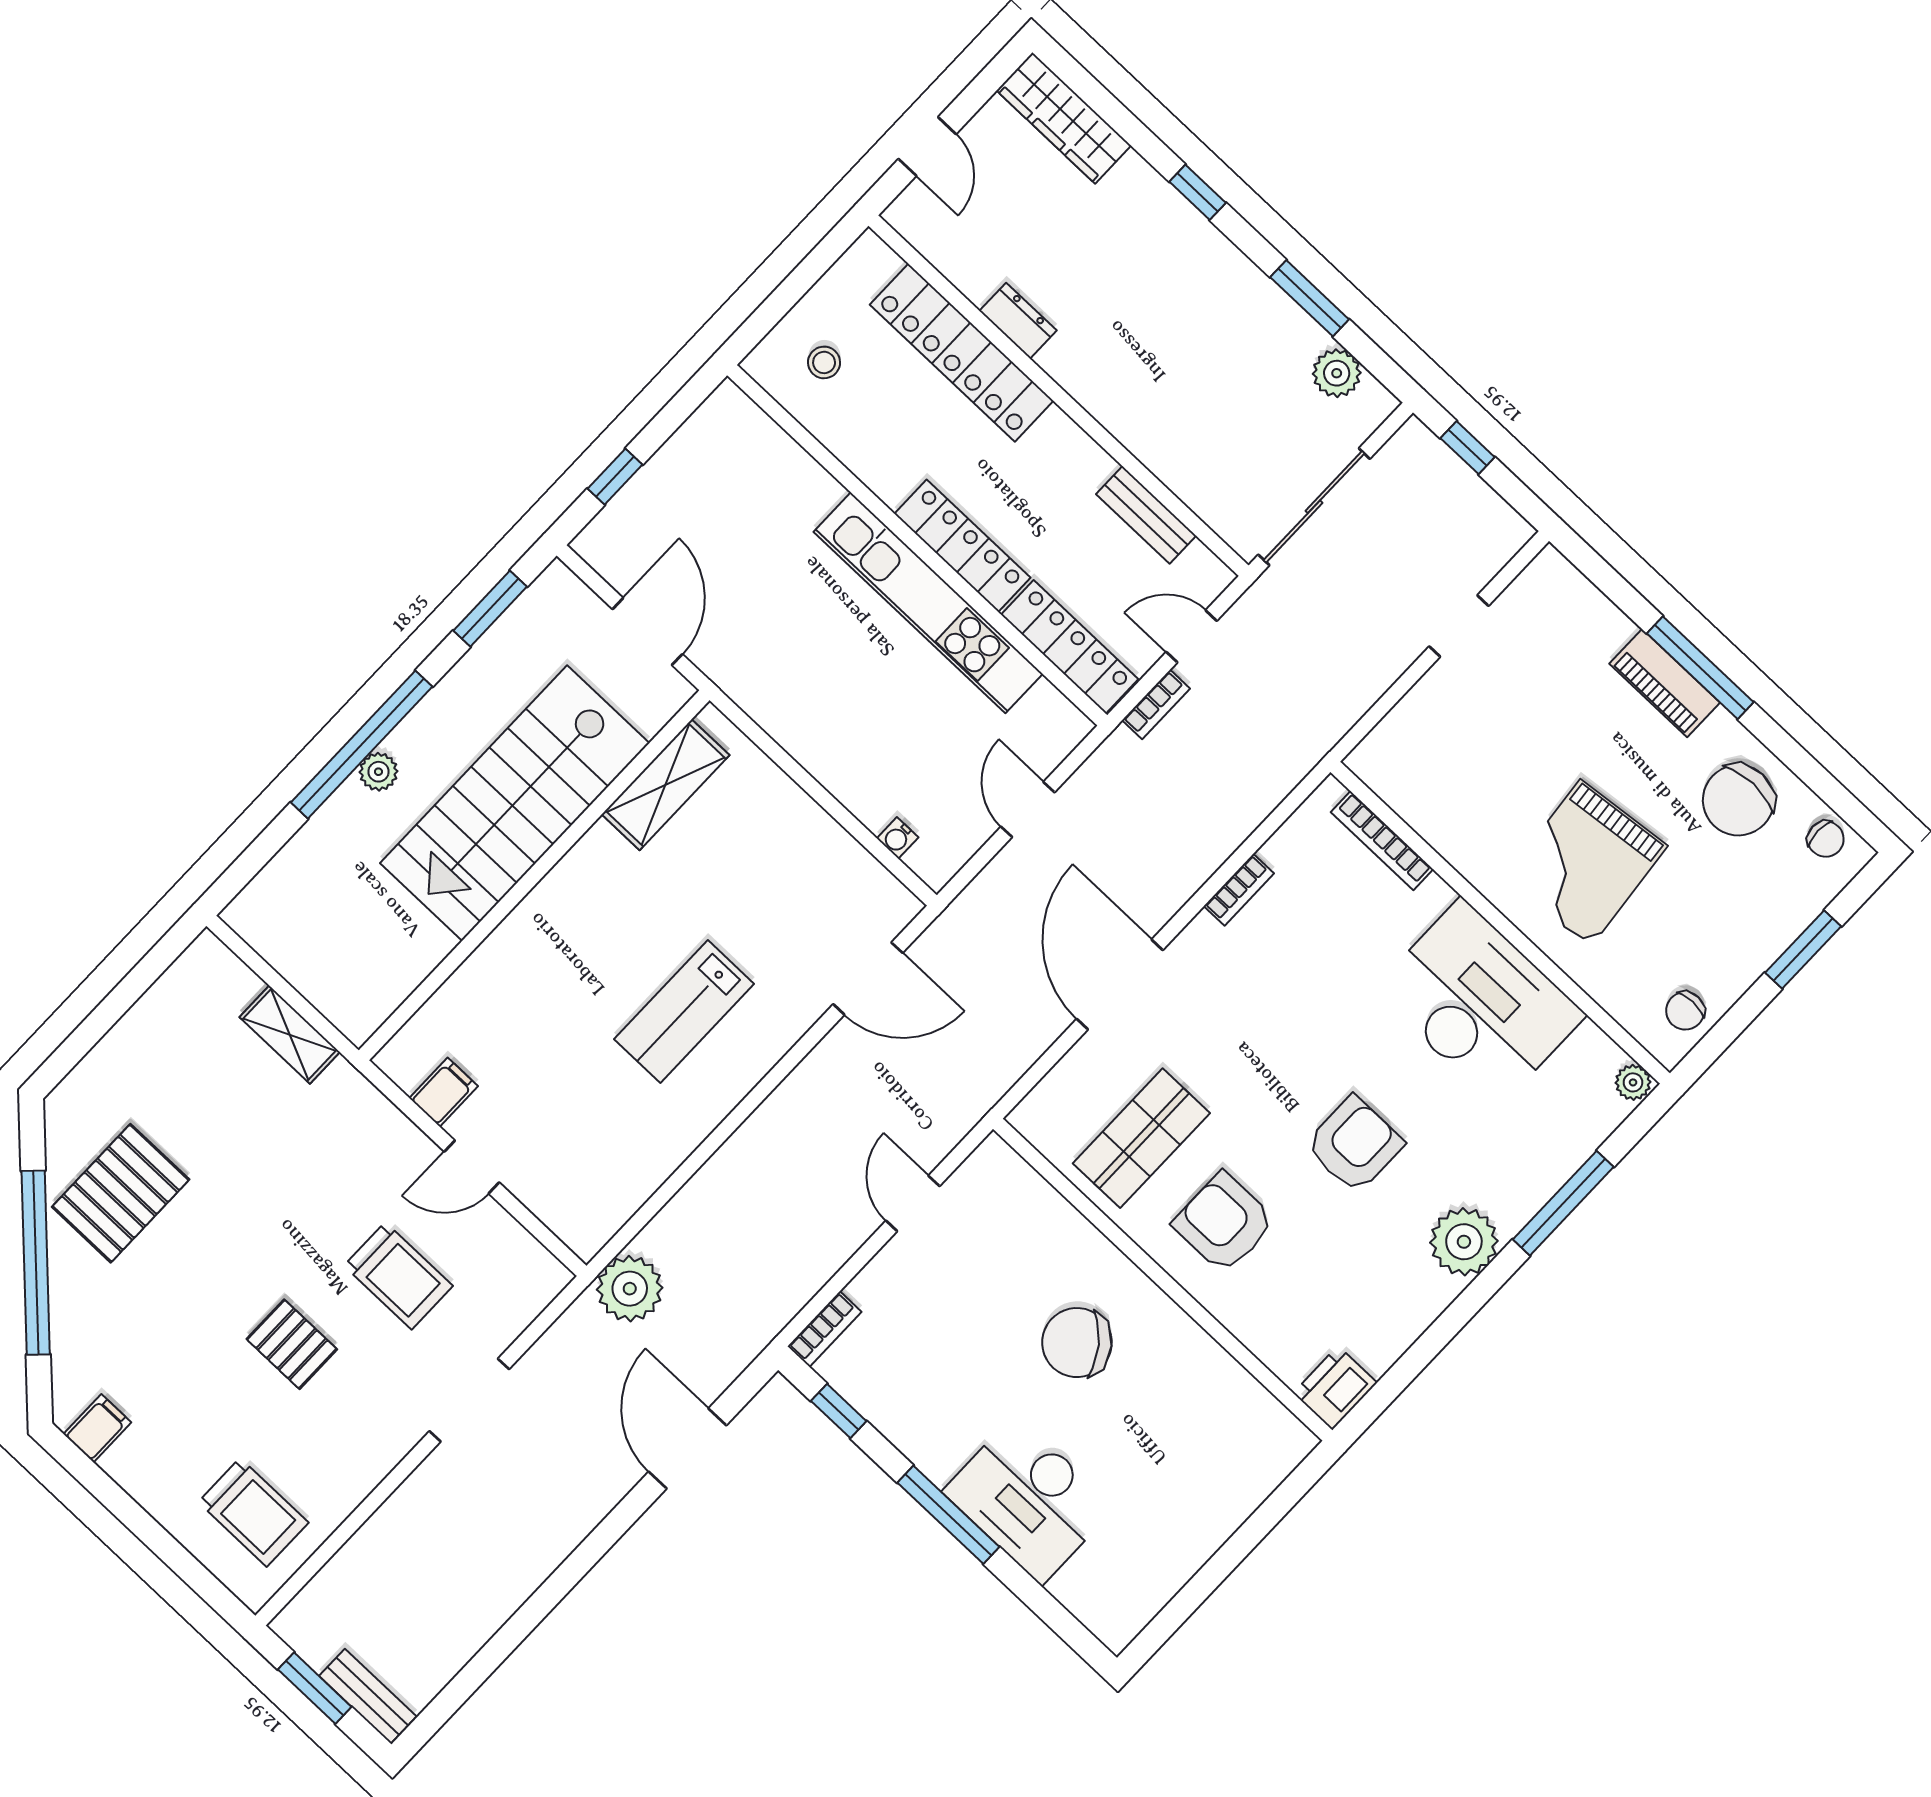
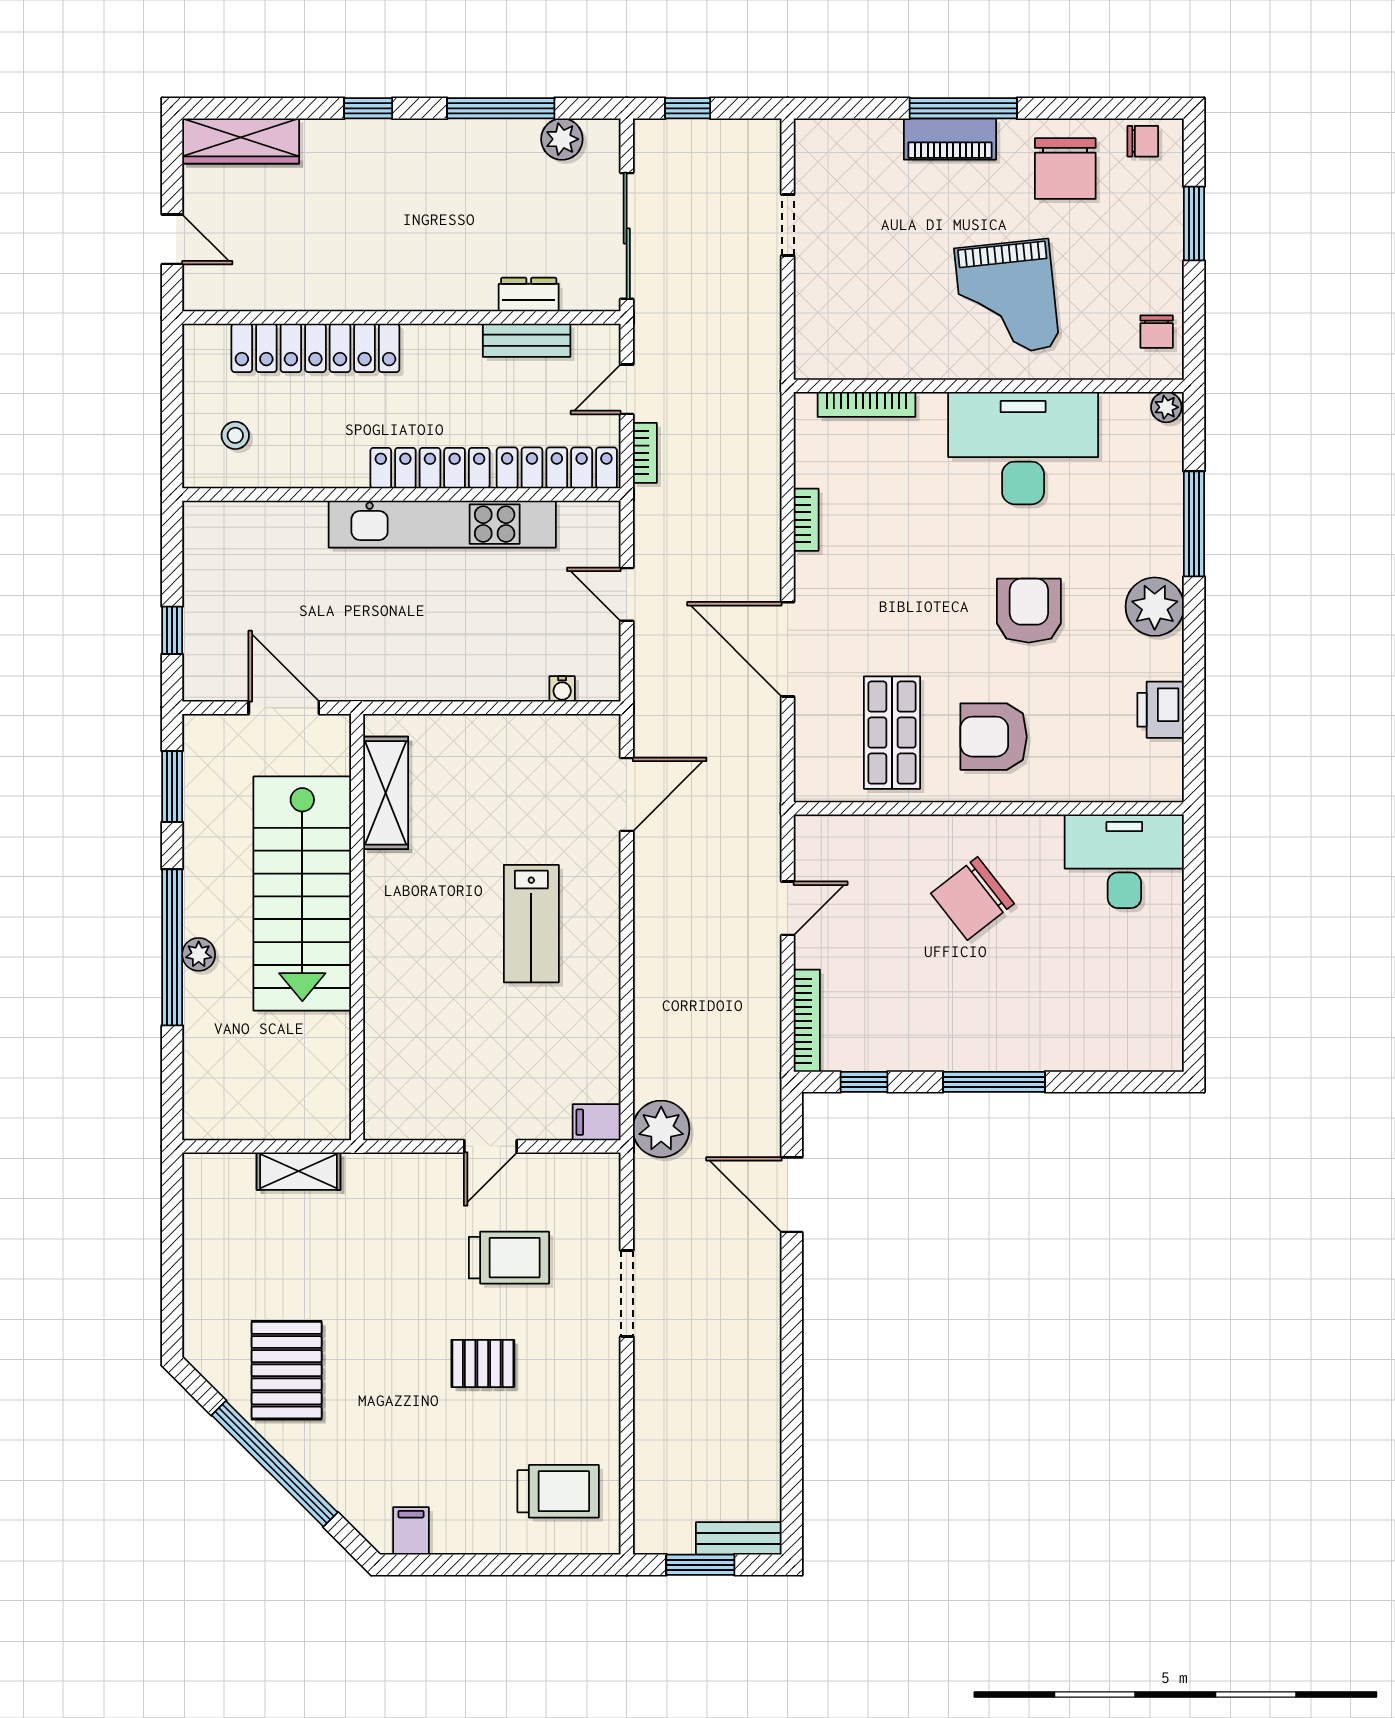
window: (1310, 298) -> (501, 108), width x1.44
dresser: (1018, 321) -> (529, 295), moved
filing cabinet: (444, 1092) -> (597, 1122), moved, turned -90
door: (913, 1203) -> (788, 908), swing flipped
bookcase: (825, 1329) -> (807, 1021), width x1.56
printer: (1335, 1388) -> (1161, 710), moved
desk: (1029, 1500) -> (1124, 861), moved, turned 180

